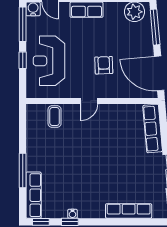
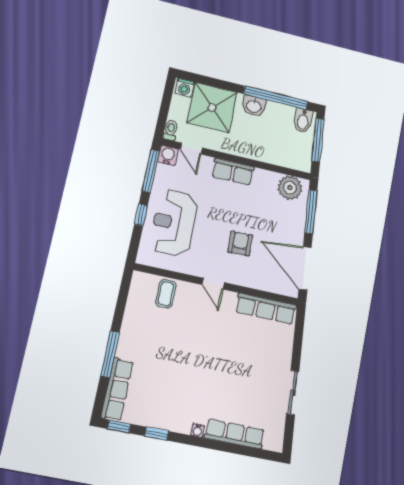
door: (89, 101) -> (213, 284), hinge flipped
row of seats: (153, 129) -> (266, 309), moved, turned -85
water cooler: (72, 214) -> (198, 430), moved

